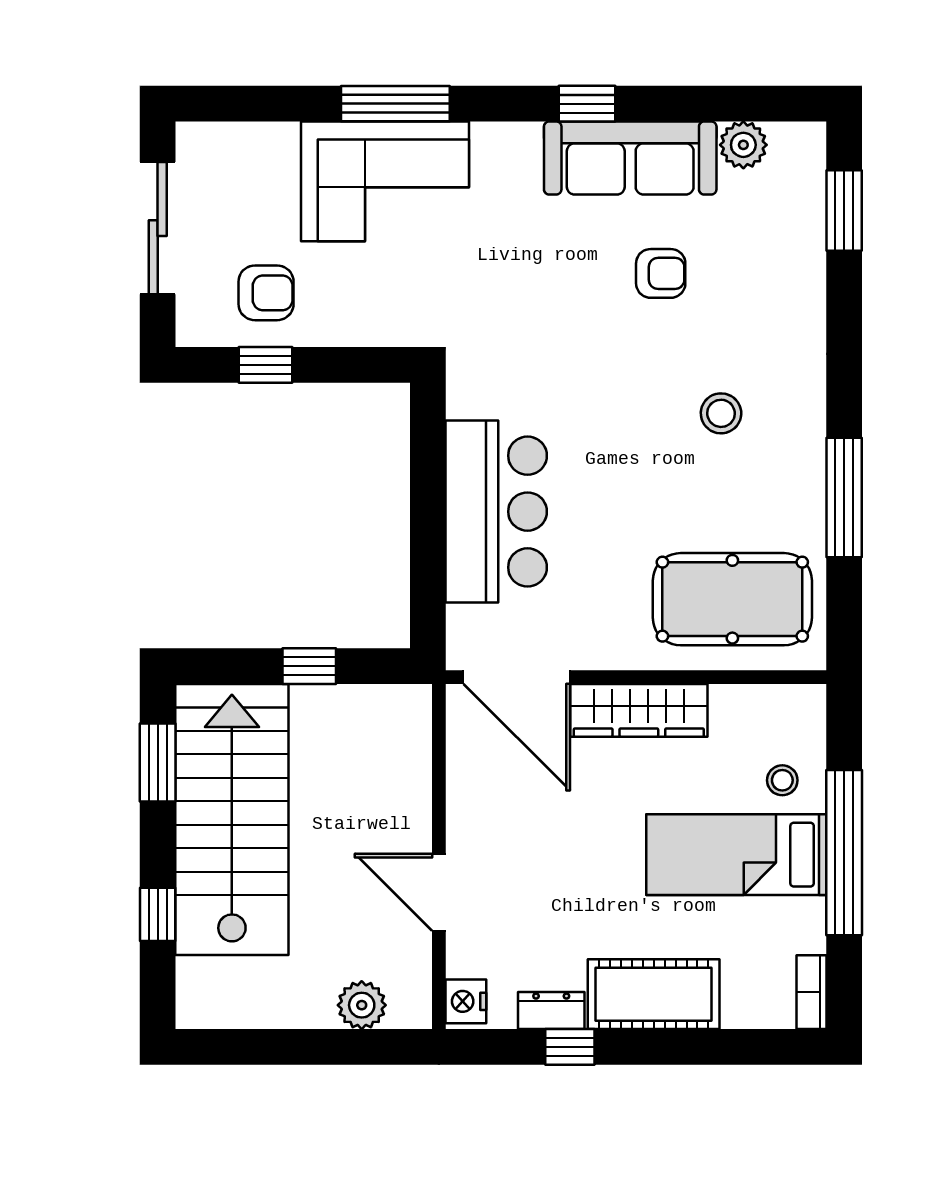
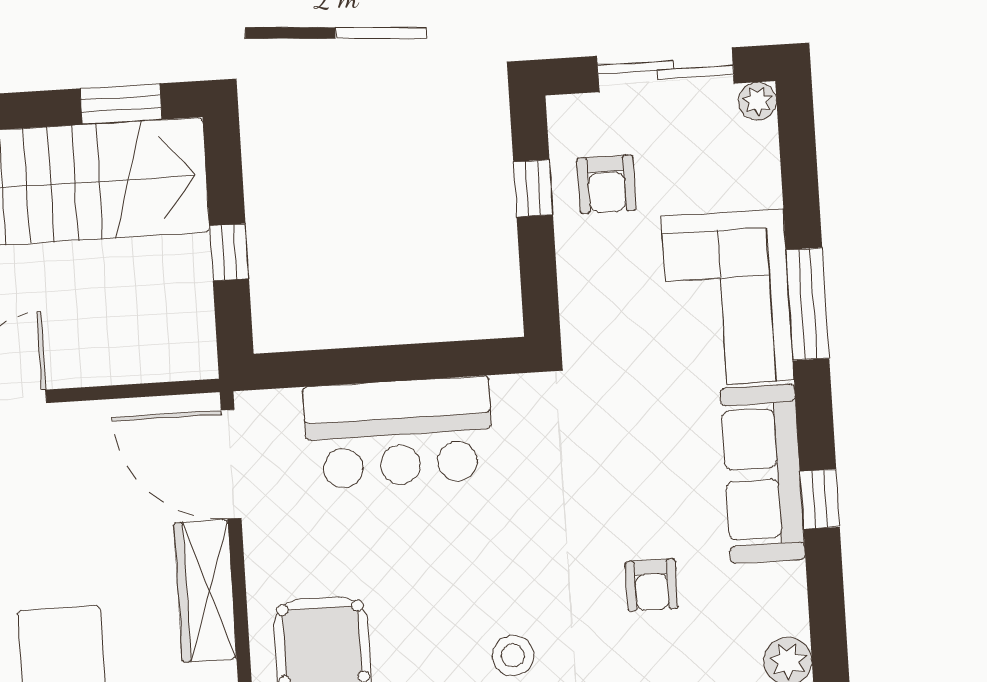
plant: (194, 140) -> (758, 101), added
sofa: (630, 158) -> (763, 474), moved
door: (517, 677) -> (231, 464), hinge flipped

